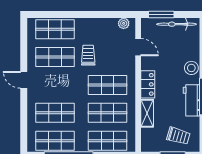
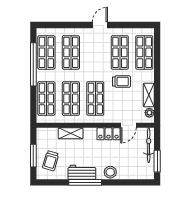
window: (161, 14) -> (157, 161), moved
shelving: (104, 24) -> (149, 95), added
bicycle: (177, 24) -> (149, 145), moved
locker: (148, 84) -> (108, 134), moved

